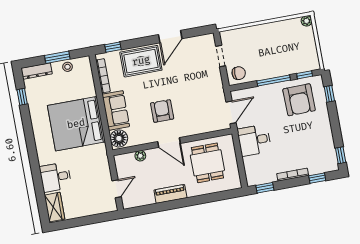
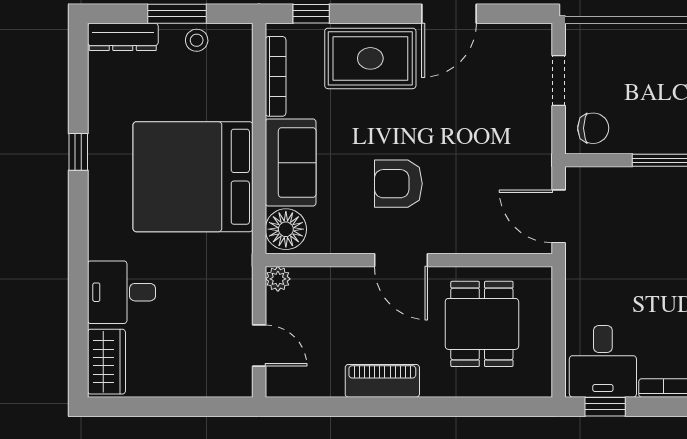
window: (22, 97) -> (78, 152), moved
armchair: (162, 111) -> (398, 184), turned -90
door: (231, 112) -> (559, 216), swing flipped
desk: (254, 140) -> (603, 361), moved, turned -90
plant: (140, 156) -> (278, 279), moved
door: (117, 189) -> (259, 345), hinge flipped

